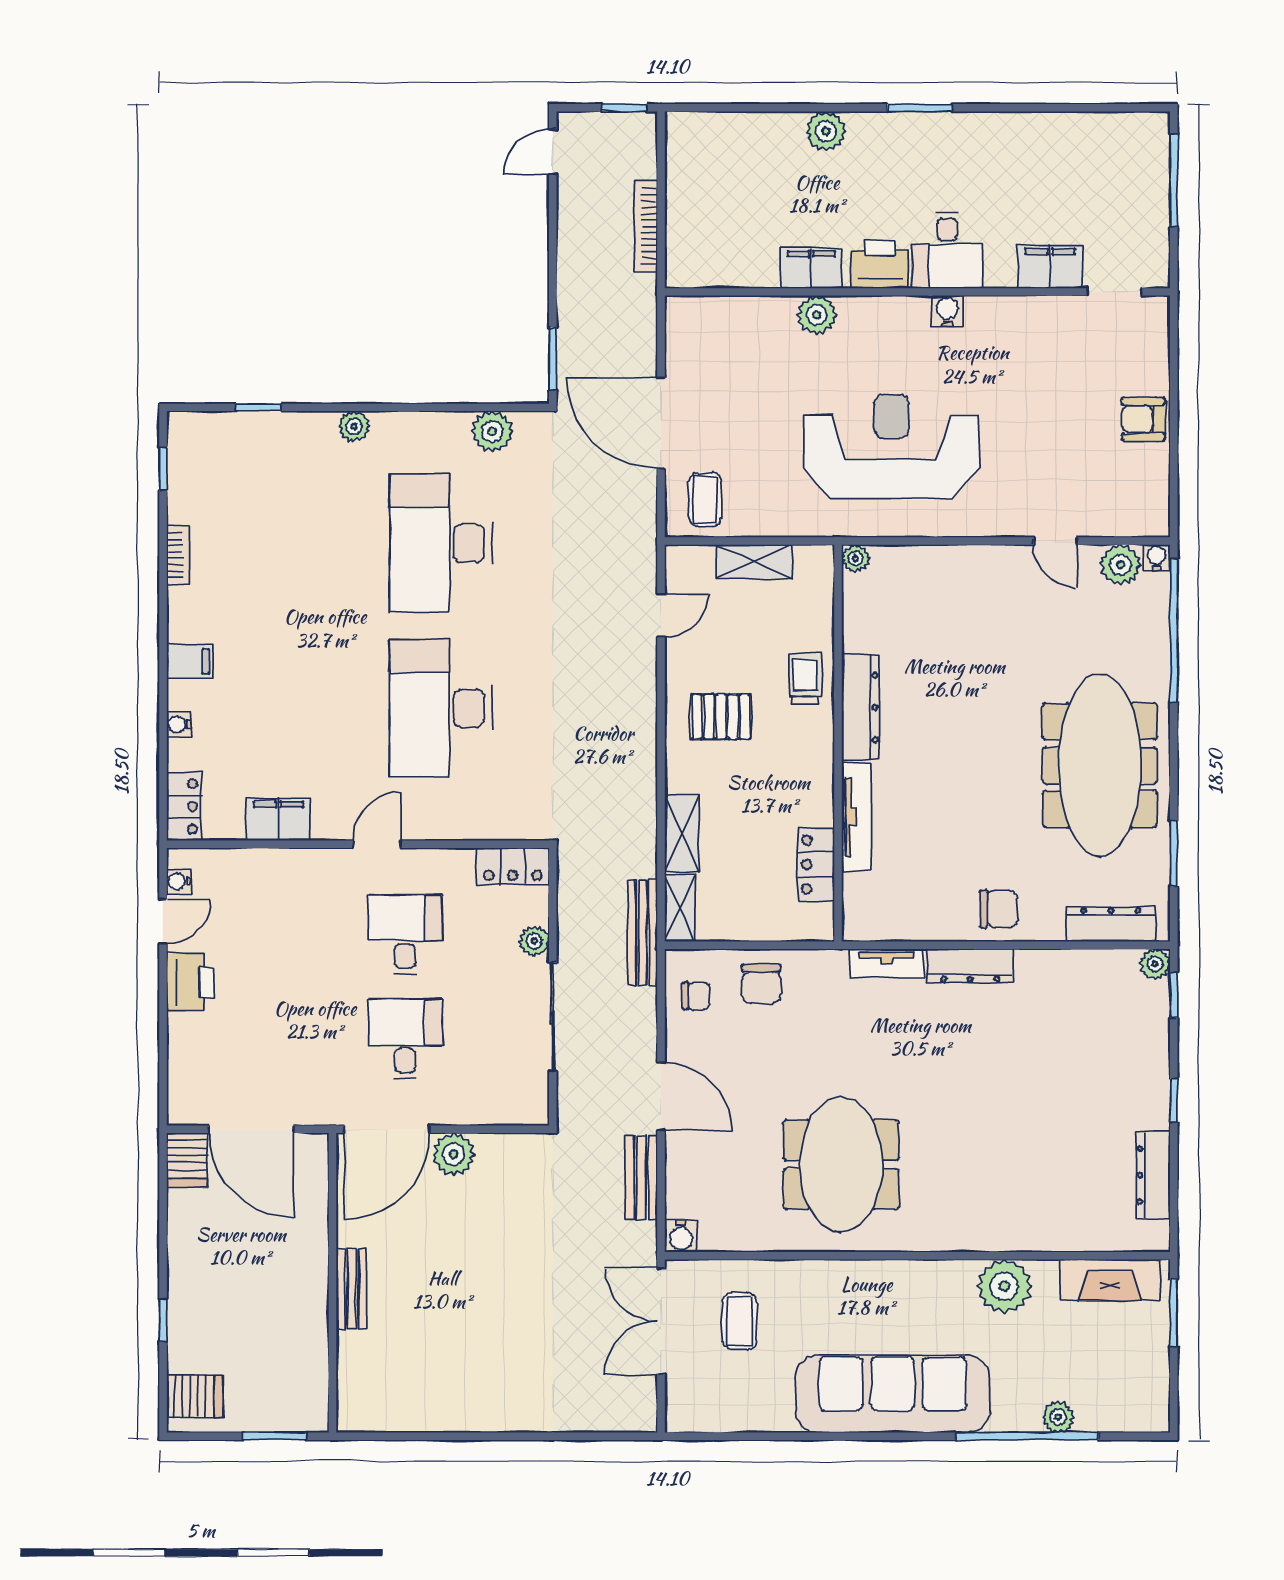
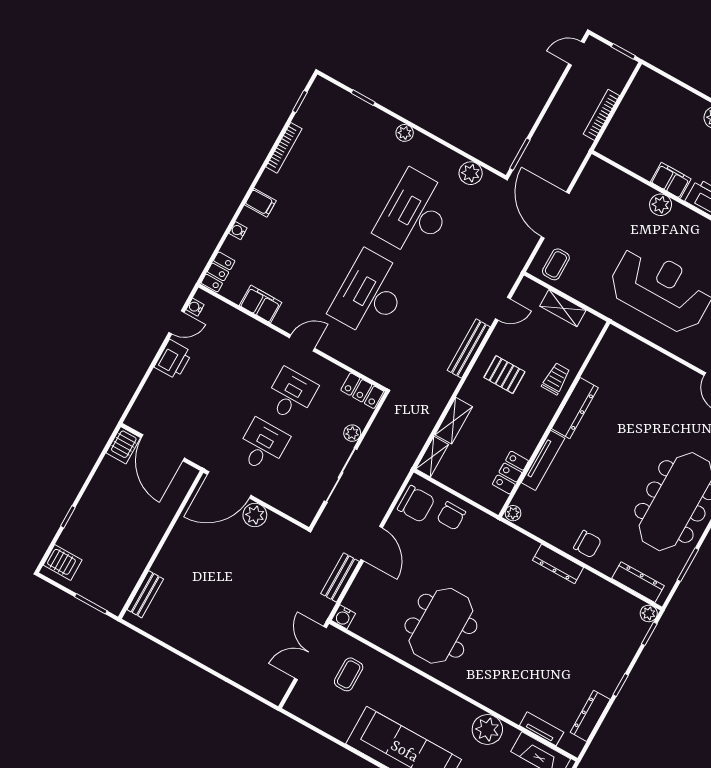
bookcase: (178, 555) -> (284, 148), width x1.56
plant: (855, 558) -> (513, 513), moved
bench: (643, 932) -> (469, 349), moved
tv unit: (887, 963) -> (542, 729), moved, turned 180
chair: (696, 996) -> (416, 504), width x1.87, depth x1.87
bench: (352, 1289) -> (145, 594), moved

